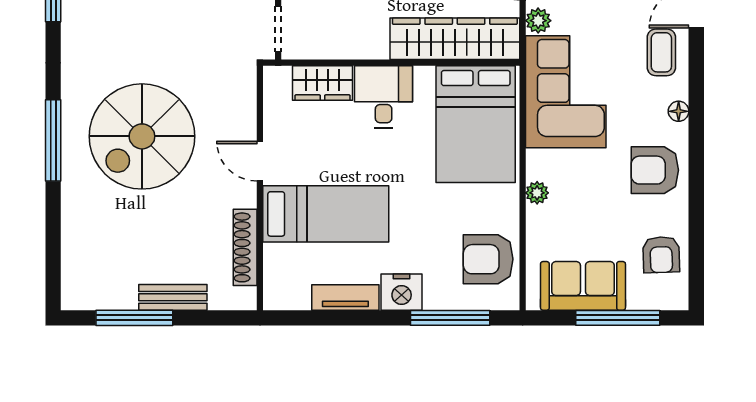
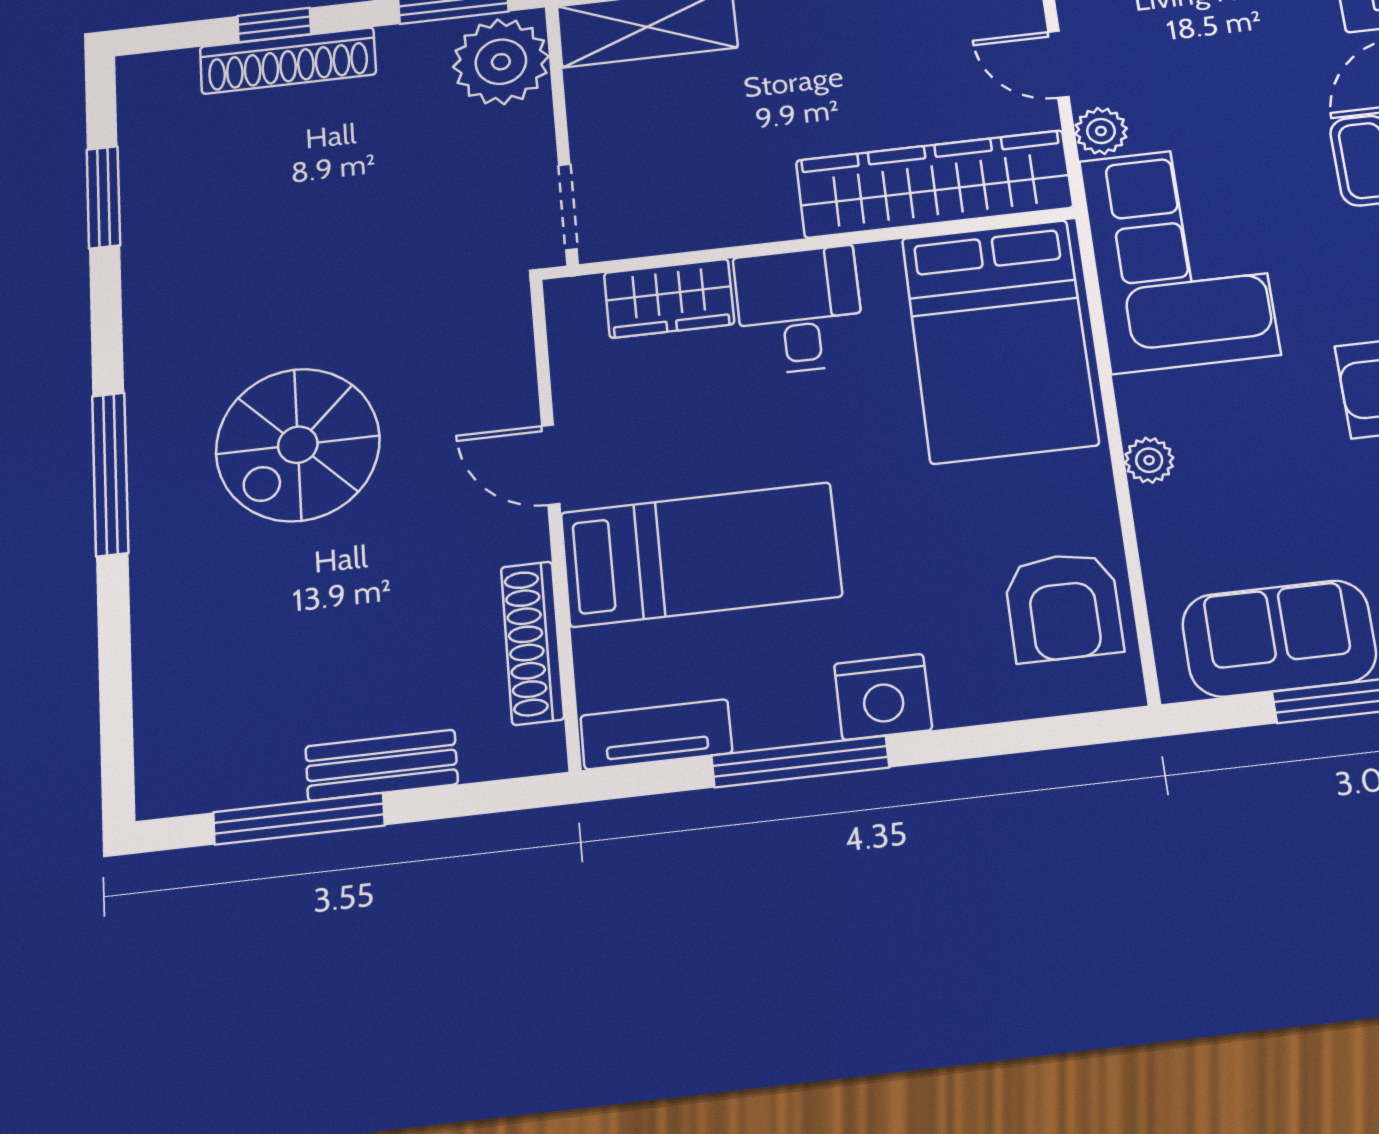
spiral stairs: (142, 136) -> (298, 445), width x0.73, depth x0.73
armchair: (488, 259) -> (1063, 607), turned -90
tv unit: (345, 298) -> (656, 734), moved
window: (450, 318) -> (800, 762), moved

